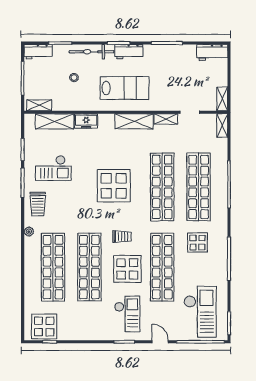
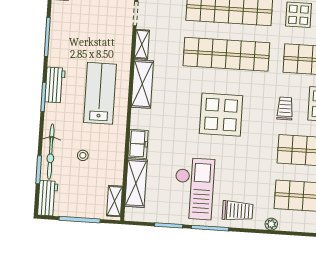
bicycle: (92, 52) -> (51, 152), moved
checkout: (53, 168) -> (194, 189), width x1.36, depth x1.21

